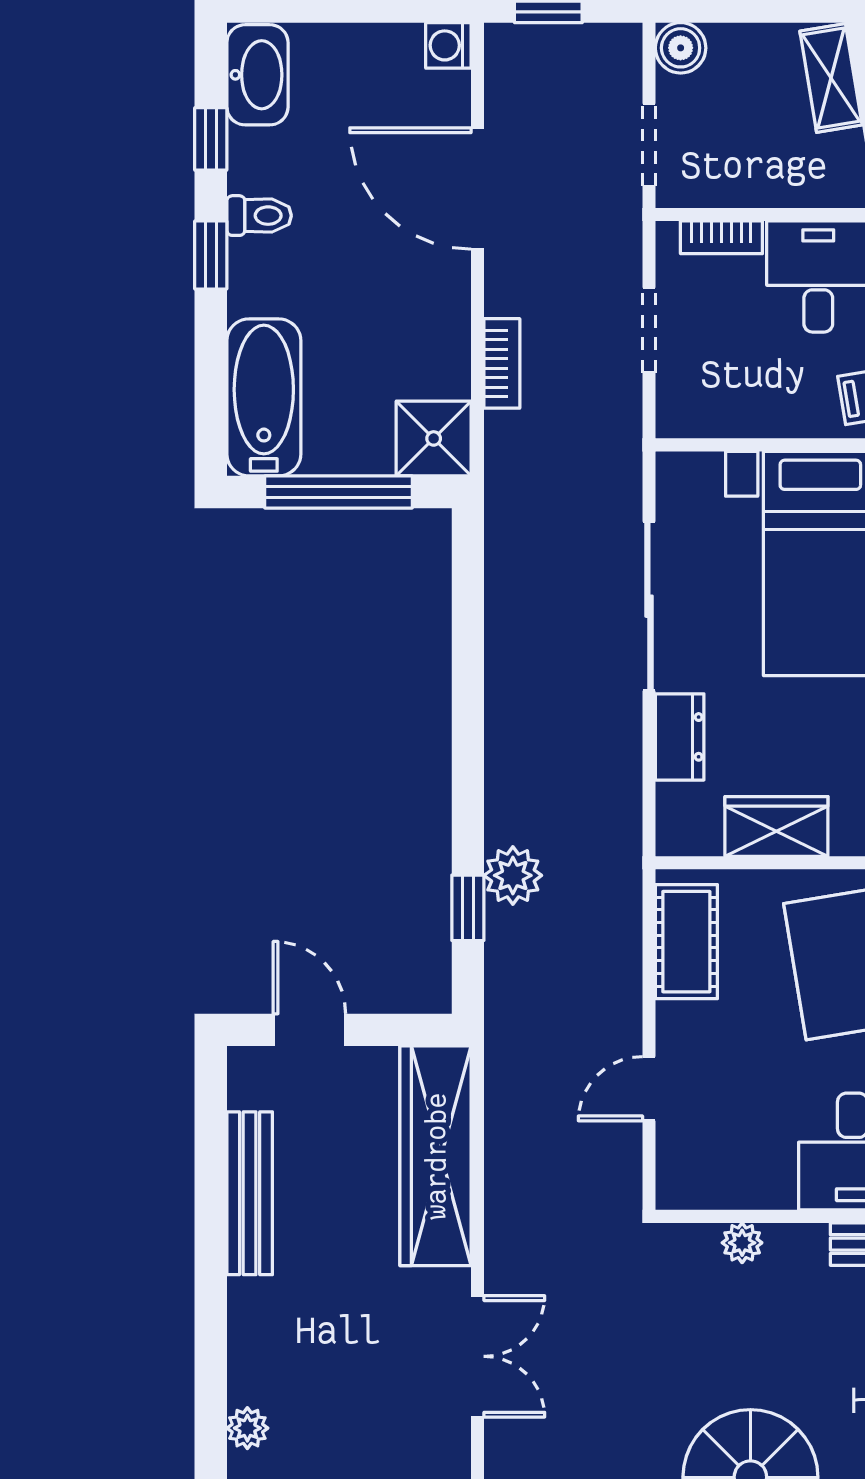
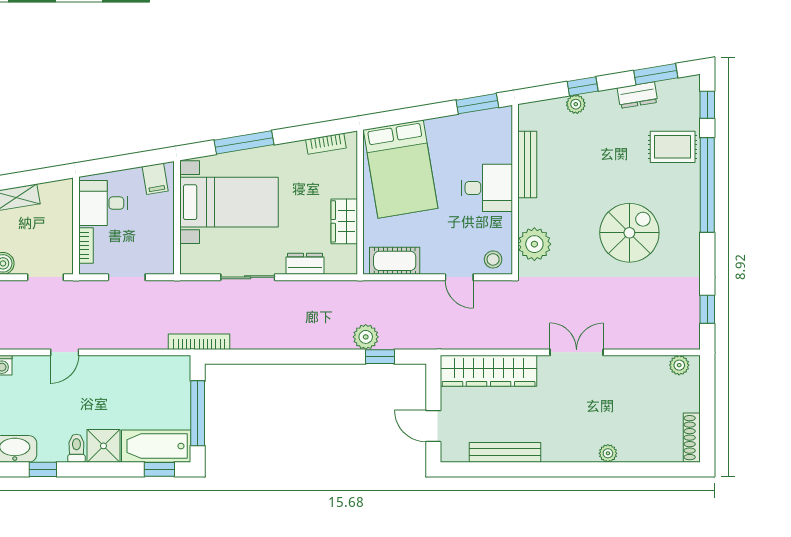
door: (478, 189) -> (65, 352), width x0.53
window: (211, 255) -> (159, 469), moved
bookcase: (502, 363) -> (199, 342), moved, width x1.56
shower: (434, 438) -> (103, 446), moved
sliding door: (649, 606) -> (248, 277), width x0.73
door: (309, 1030) -> (433, 426), hinge flipped
stool: (690, 1166) -> (493, 259), added
plant: (742, 1243) -> (534, 244), width x1.88, depth x1.88

